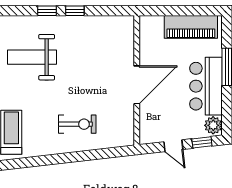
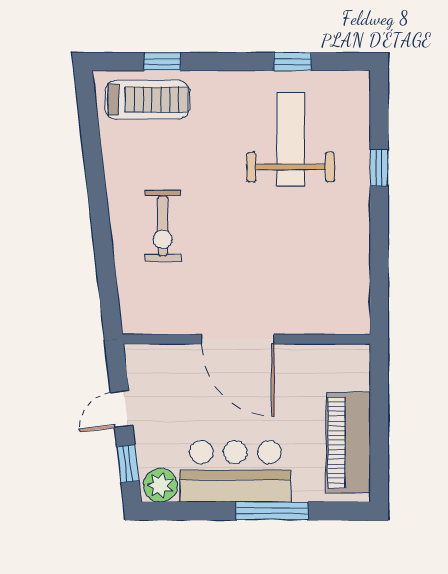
window: (75, 11) -> (379, 221), removed

